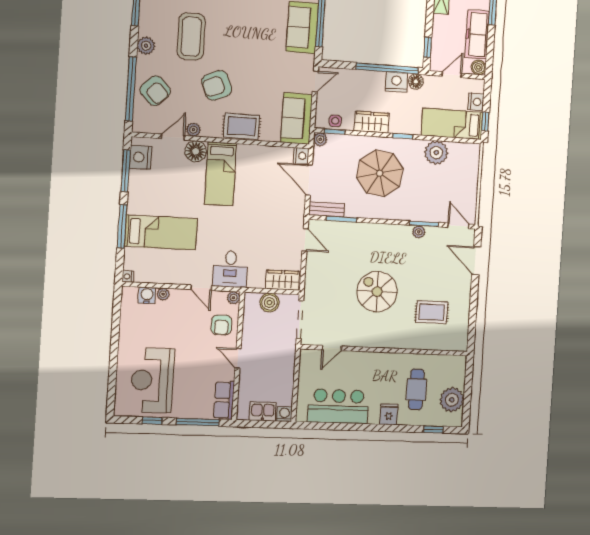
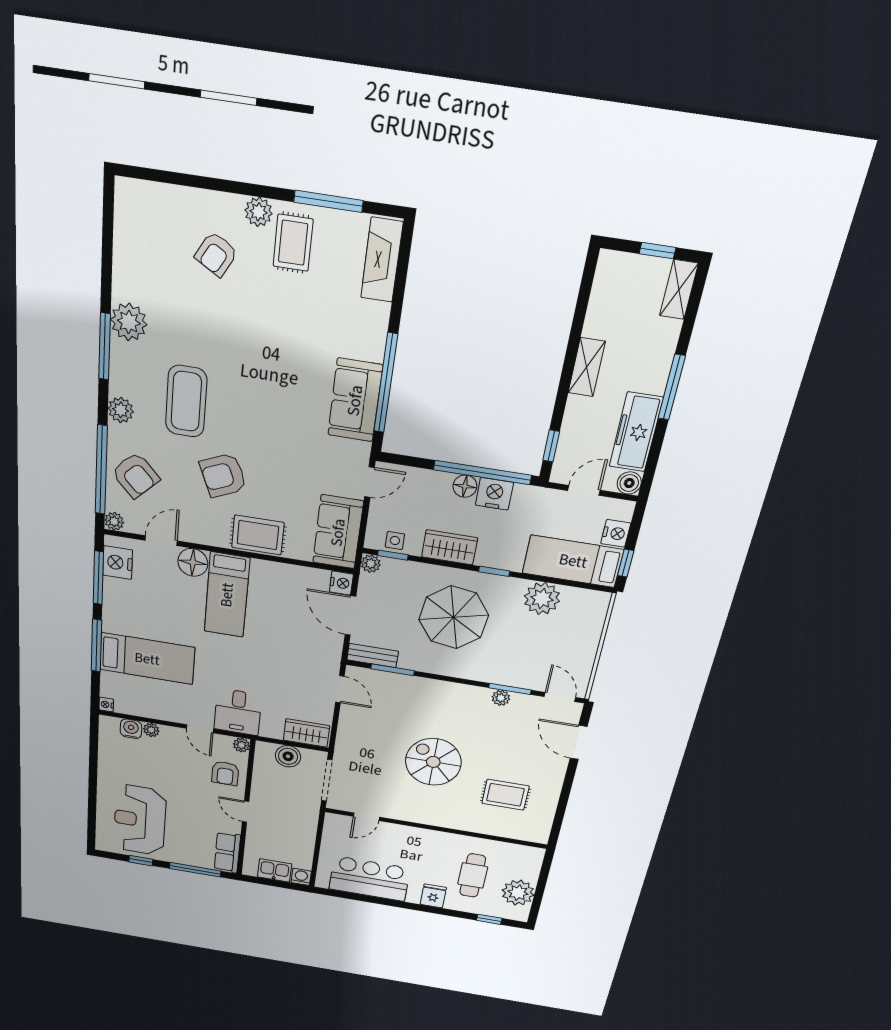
floor lamp: (416, 82) -> (465, 486), moved
plant: (194, 130) -> (114, 521), moved

